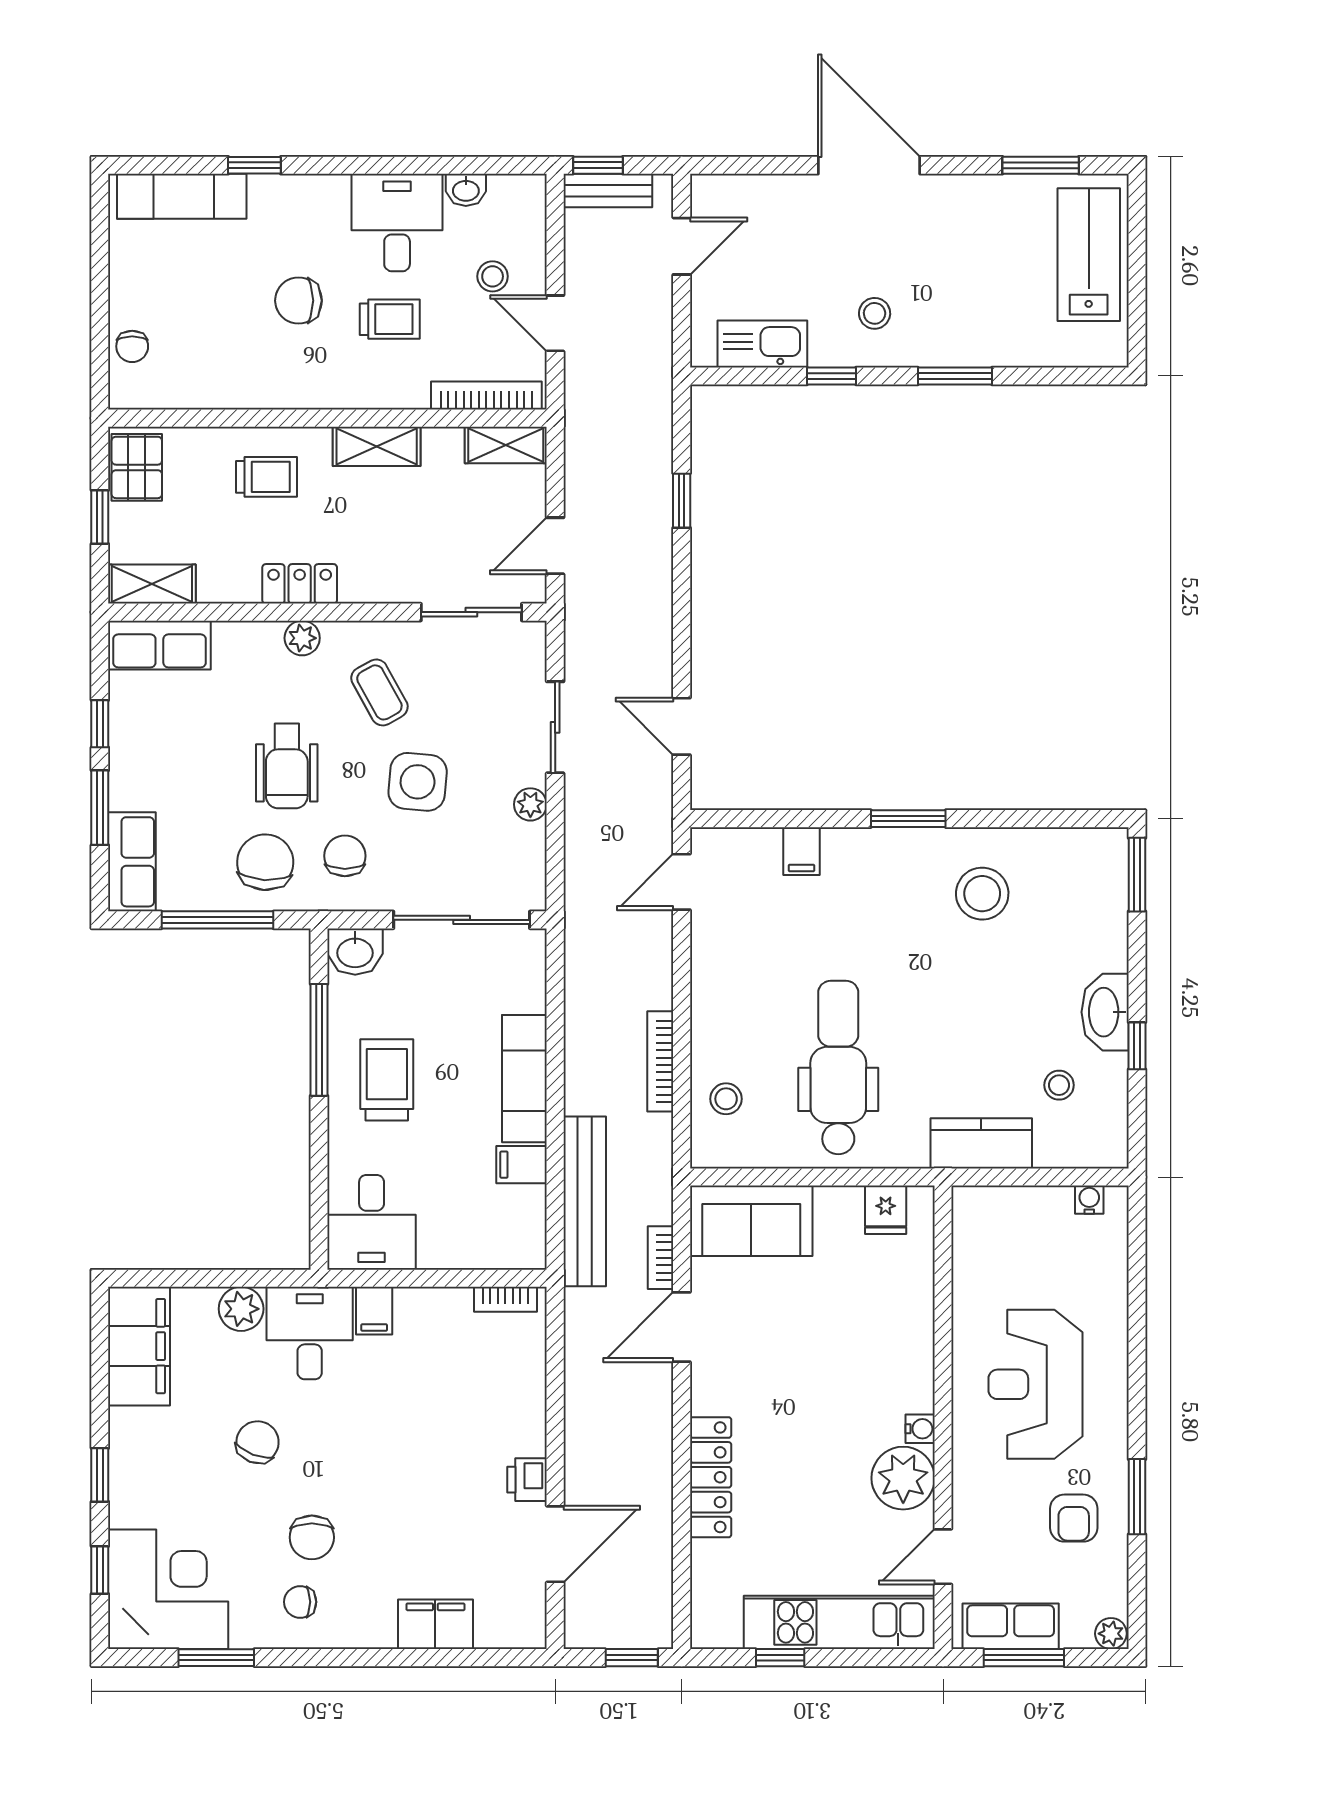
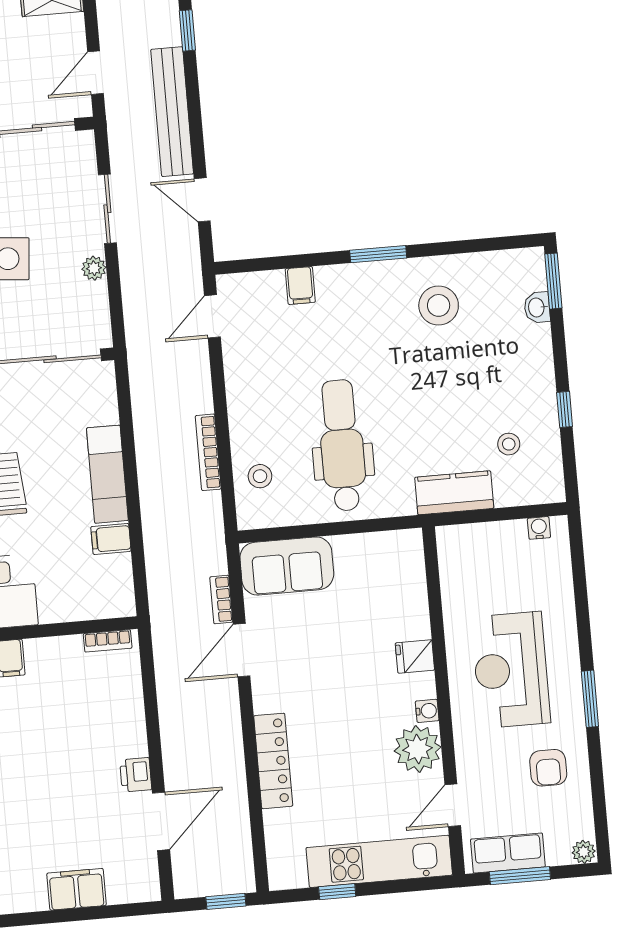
washbasin: (1105, 1012) -> (537, 307), moved, width x0.52, depth x0.69
bench: (585, 1201) -> (172, 112), moved
fridge: (886, 1210) -> (415, 657), moved, turned 90
window: (1137, 1497) -> (590, 699), moved

